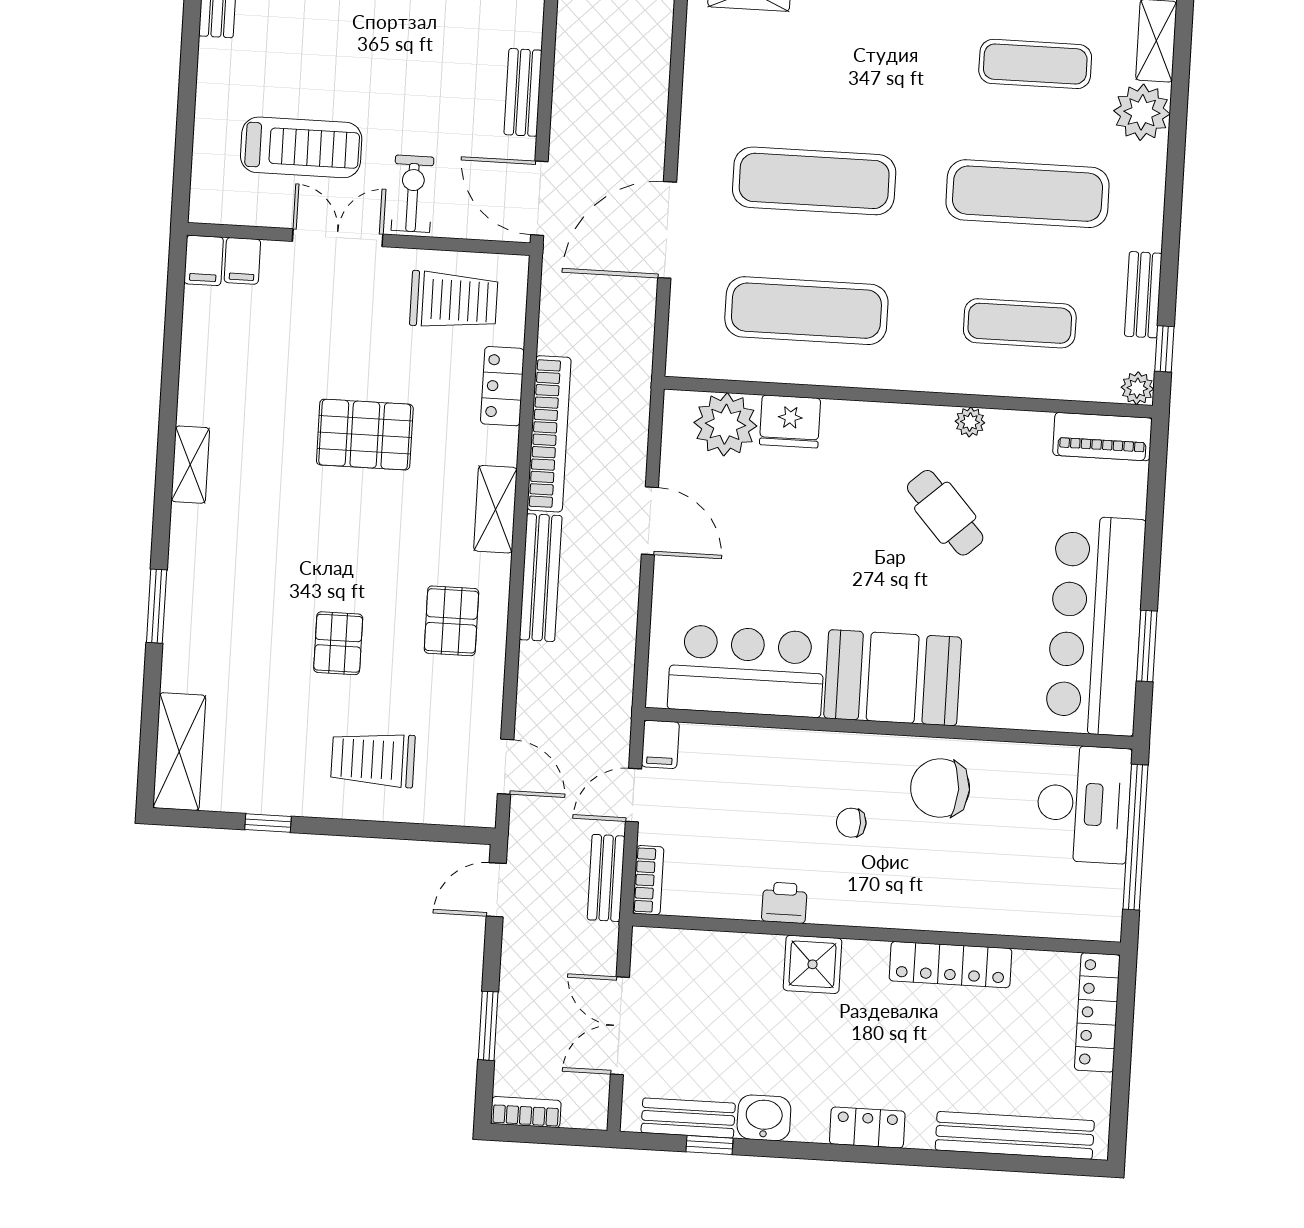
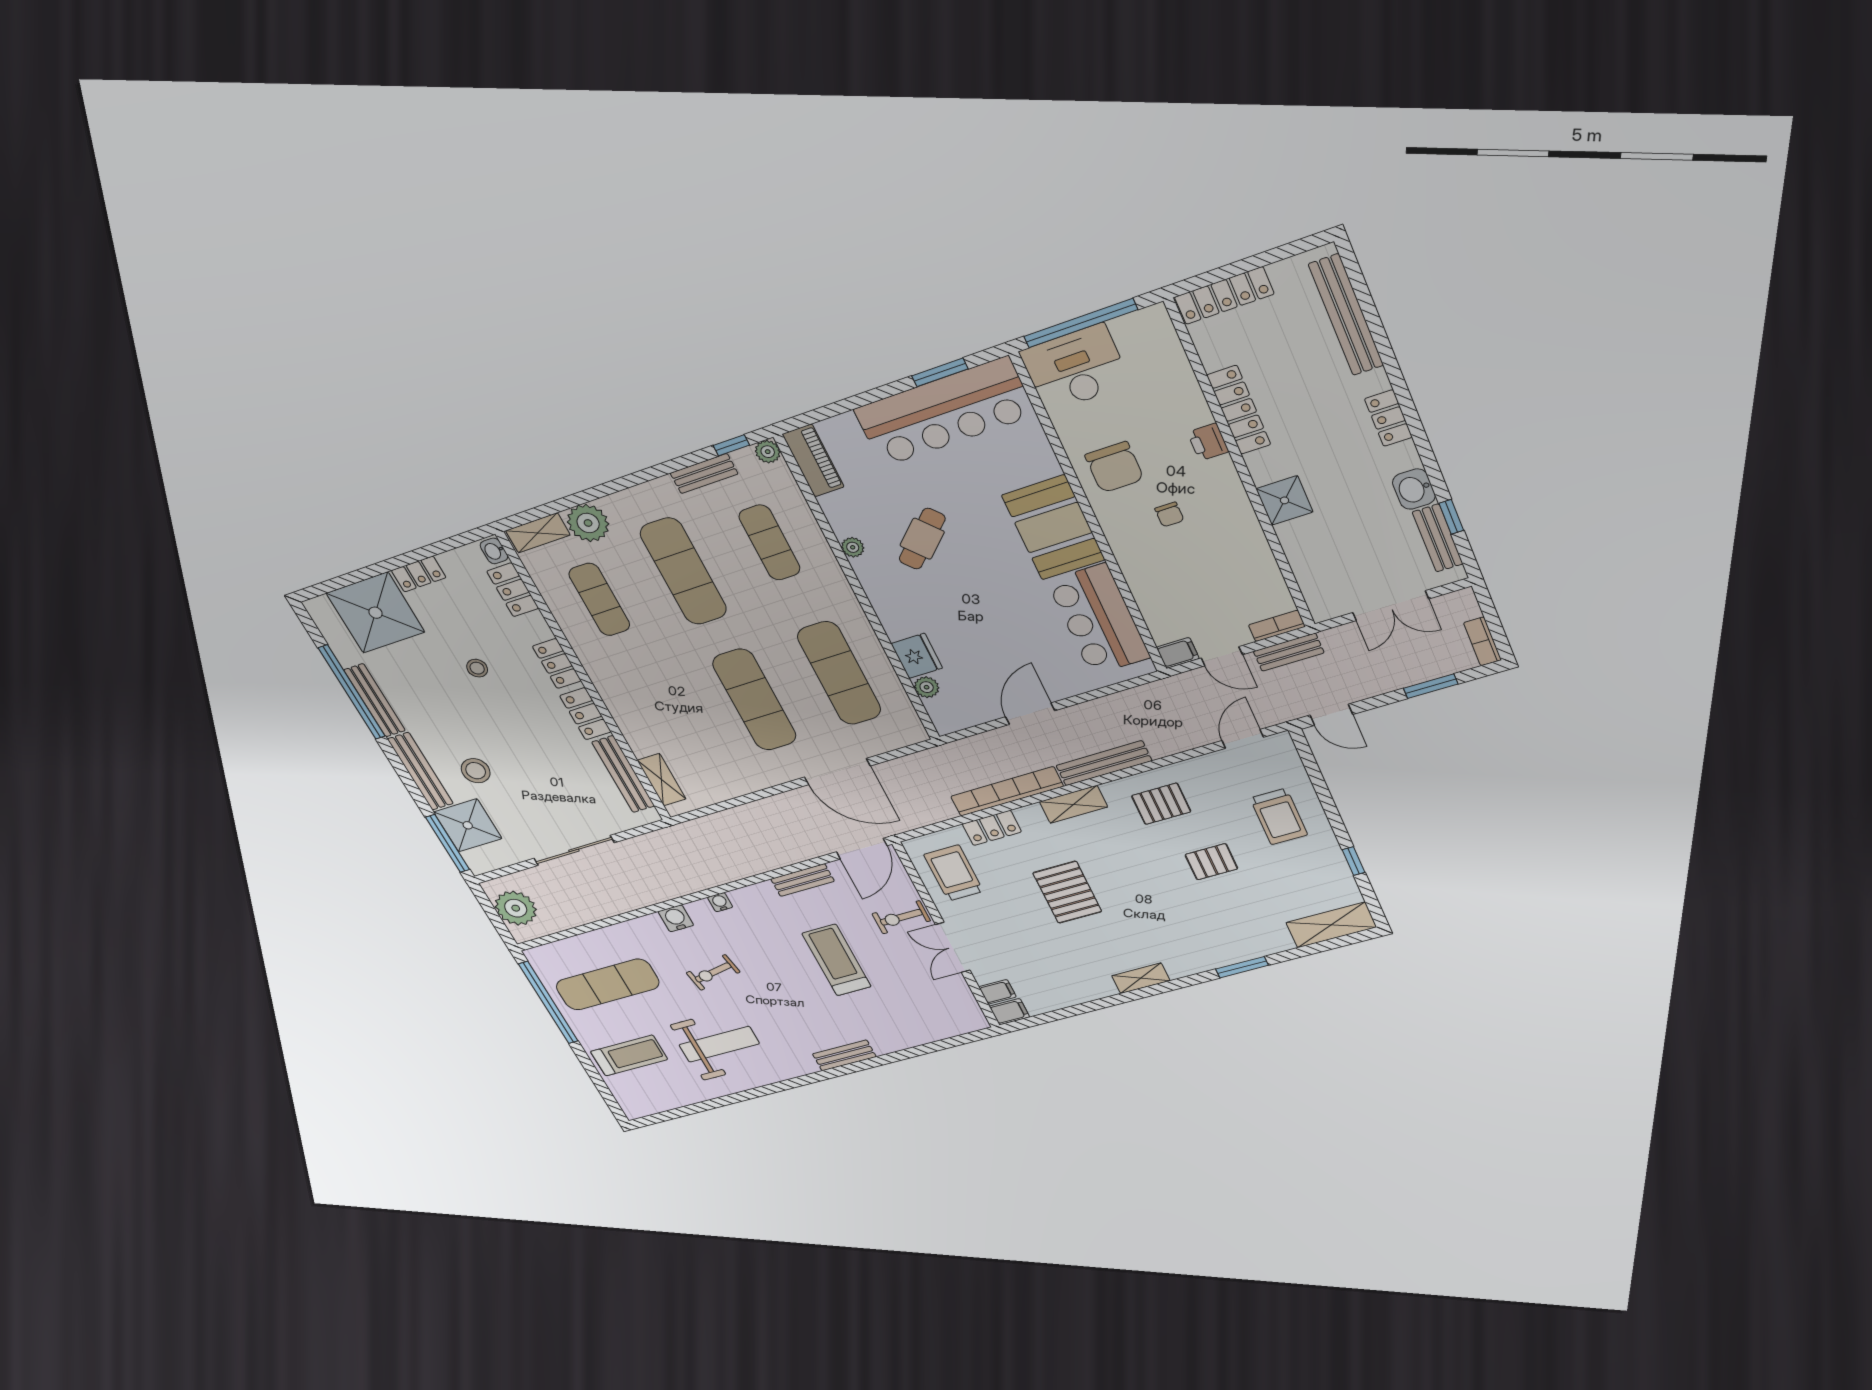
treadmill: (301, 147) -> (837, 960), moved
plant: (725, 424) -> (927, 687), width x0.53, depth x0.53
printer: (784, 903) -> (1208, 442), moved

